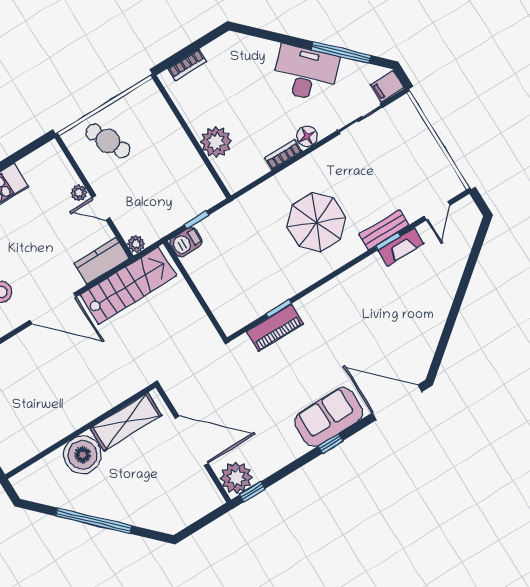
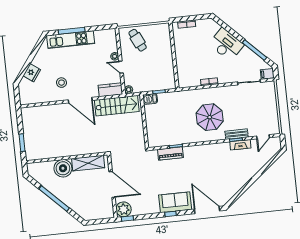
desk: (305, 73) -> (226, 44), moved
floor lamp: (307, 136) -> (223, 79), removed
plant: (216, 142) -> (183, 63), removed

